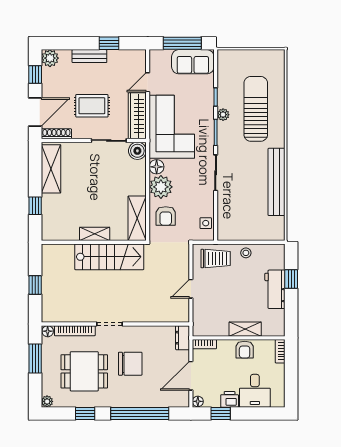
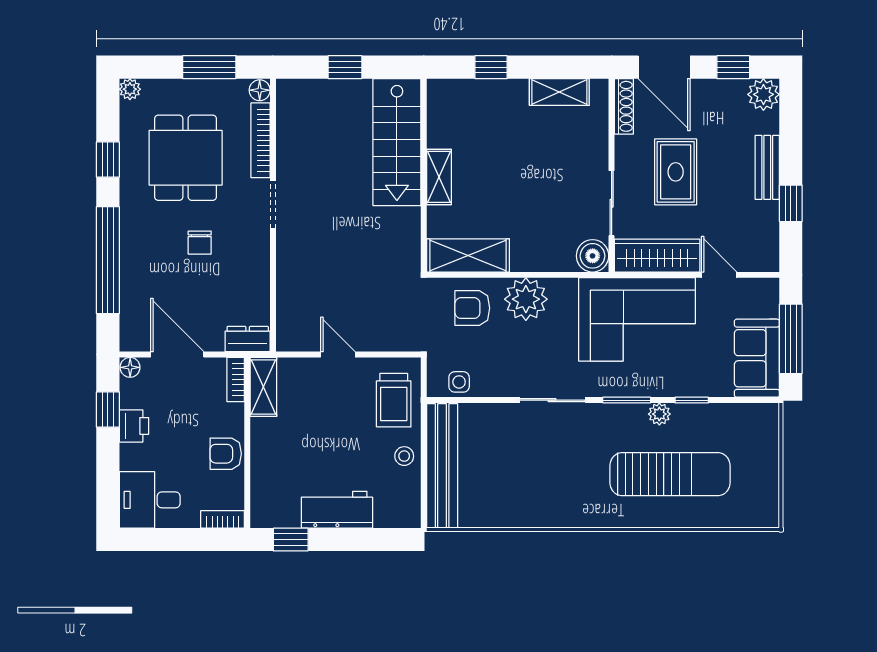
floor lamp: (157, 167) -> (563, 291), removed
shelving: (51, 169) -> (559, 92), width x0.67, depth x0.75
bench: (277, 182) -> (442, 466), moved, turned 90
stairs: (109, 257) -> (397, 142), moved
window: (291, 279) -> (291, 540), moved
shelving: (245, 329) -> (263, 387), moved
chair: (130, 364) -> (200, 243), width x0.54, depth x0.54
desk: (255, 391) -> (150, 500), moved

